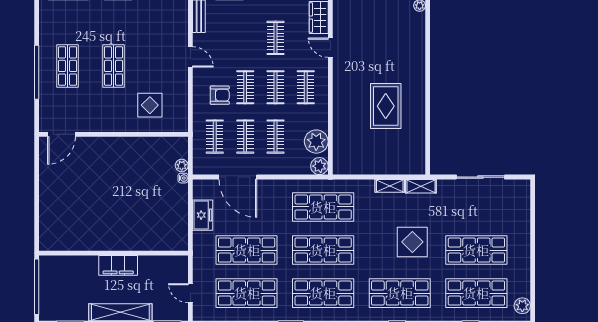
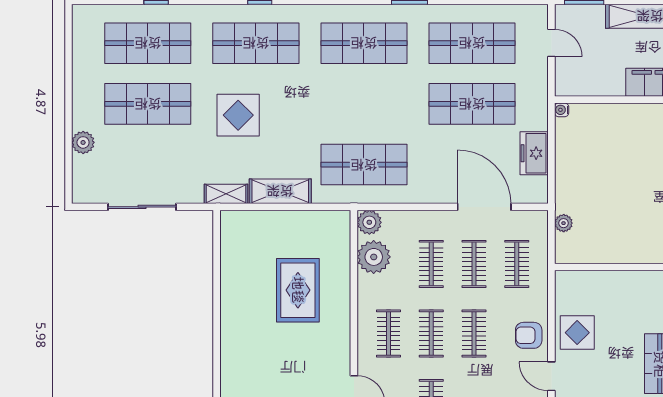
armchair: (220, 95) -> (529, 335), moved
display table: (150, 105) -> (577, 333), moved
rug: (386, 106) -> (298, 290), moved
water cooler: (183, 178) -> (562, 110), moved
shelving: (390, 186) -> (280, 191), width x1.50, depth x1.33
shop shelf: (323, 250) -> (364, 104), removed
plant: (522, 306) -> (83, 142), moved

